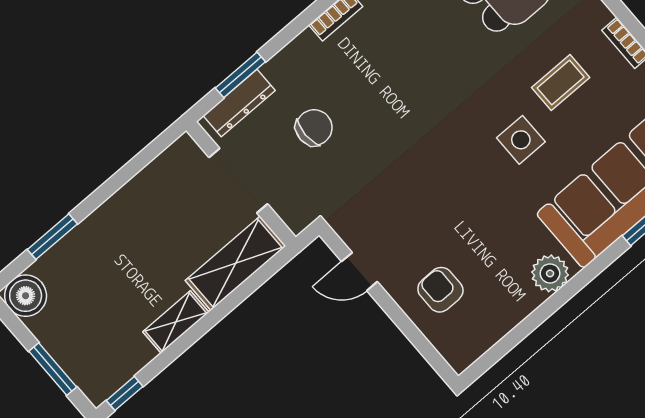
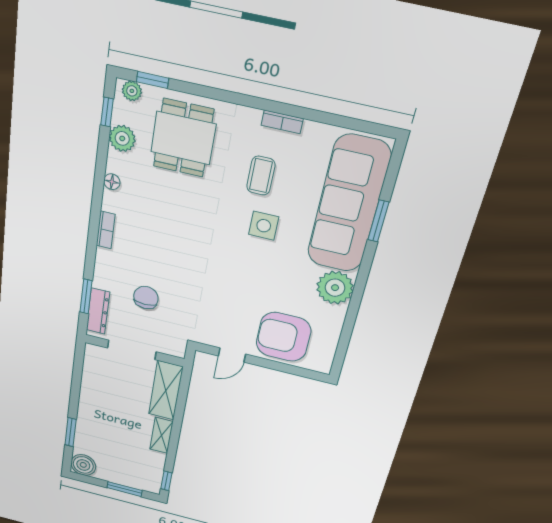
plant: (550, 273) -> (335, 288), width x1.36, depth x1.36
armchair: (440, 290) -> (283, 337), width x1.88, depth x1.88

